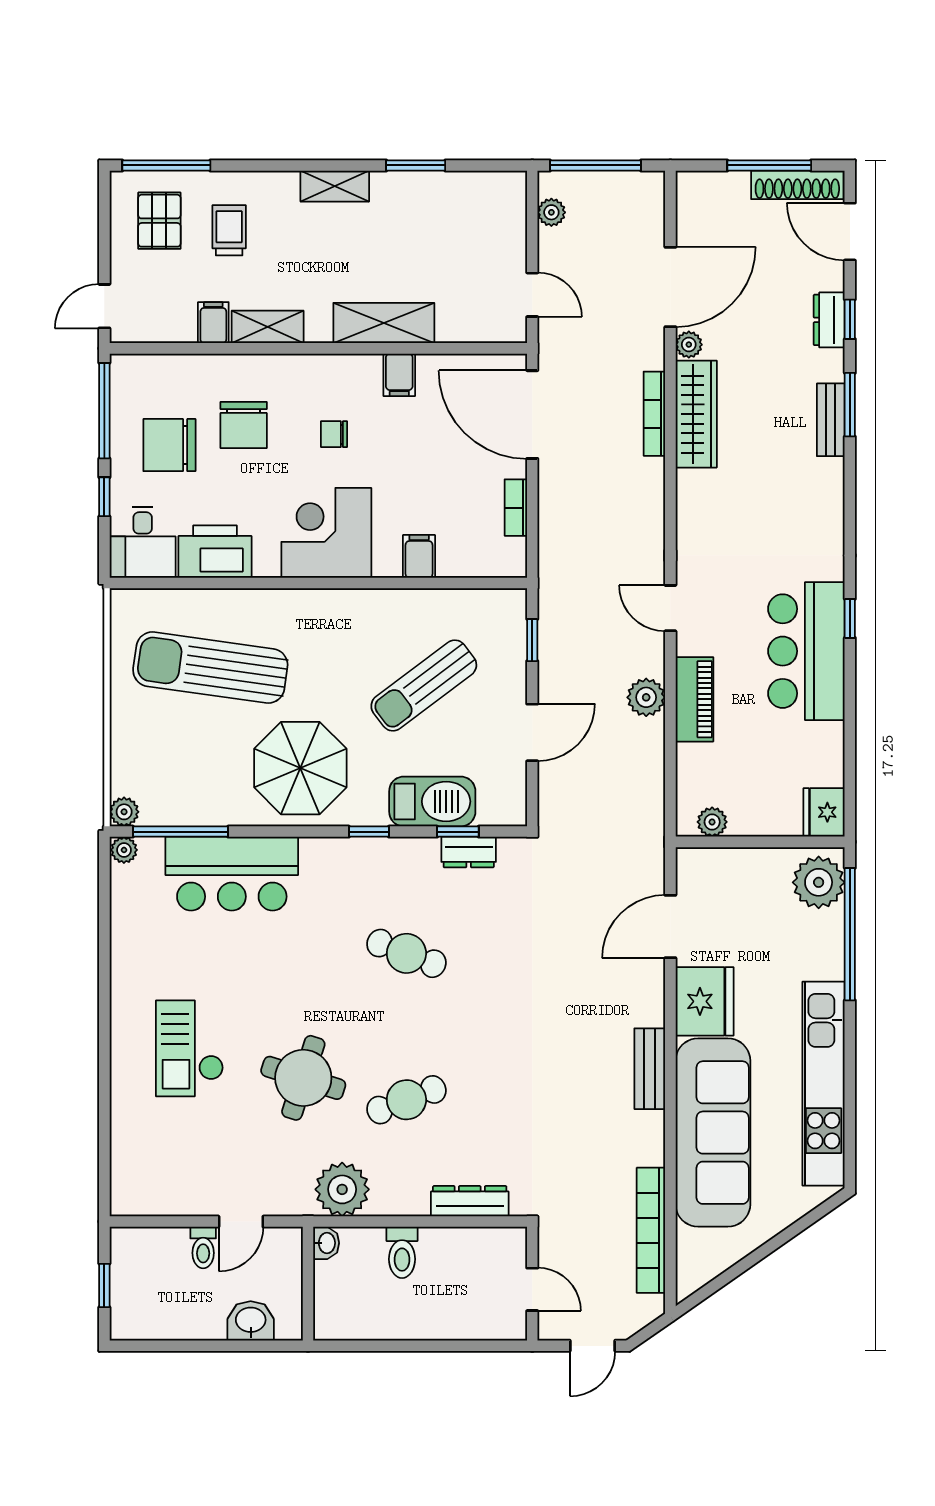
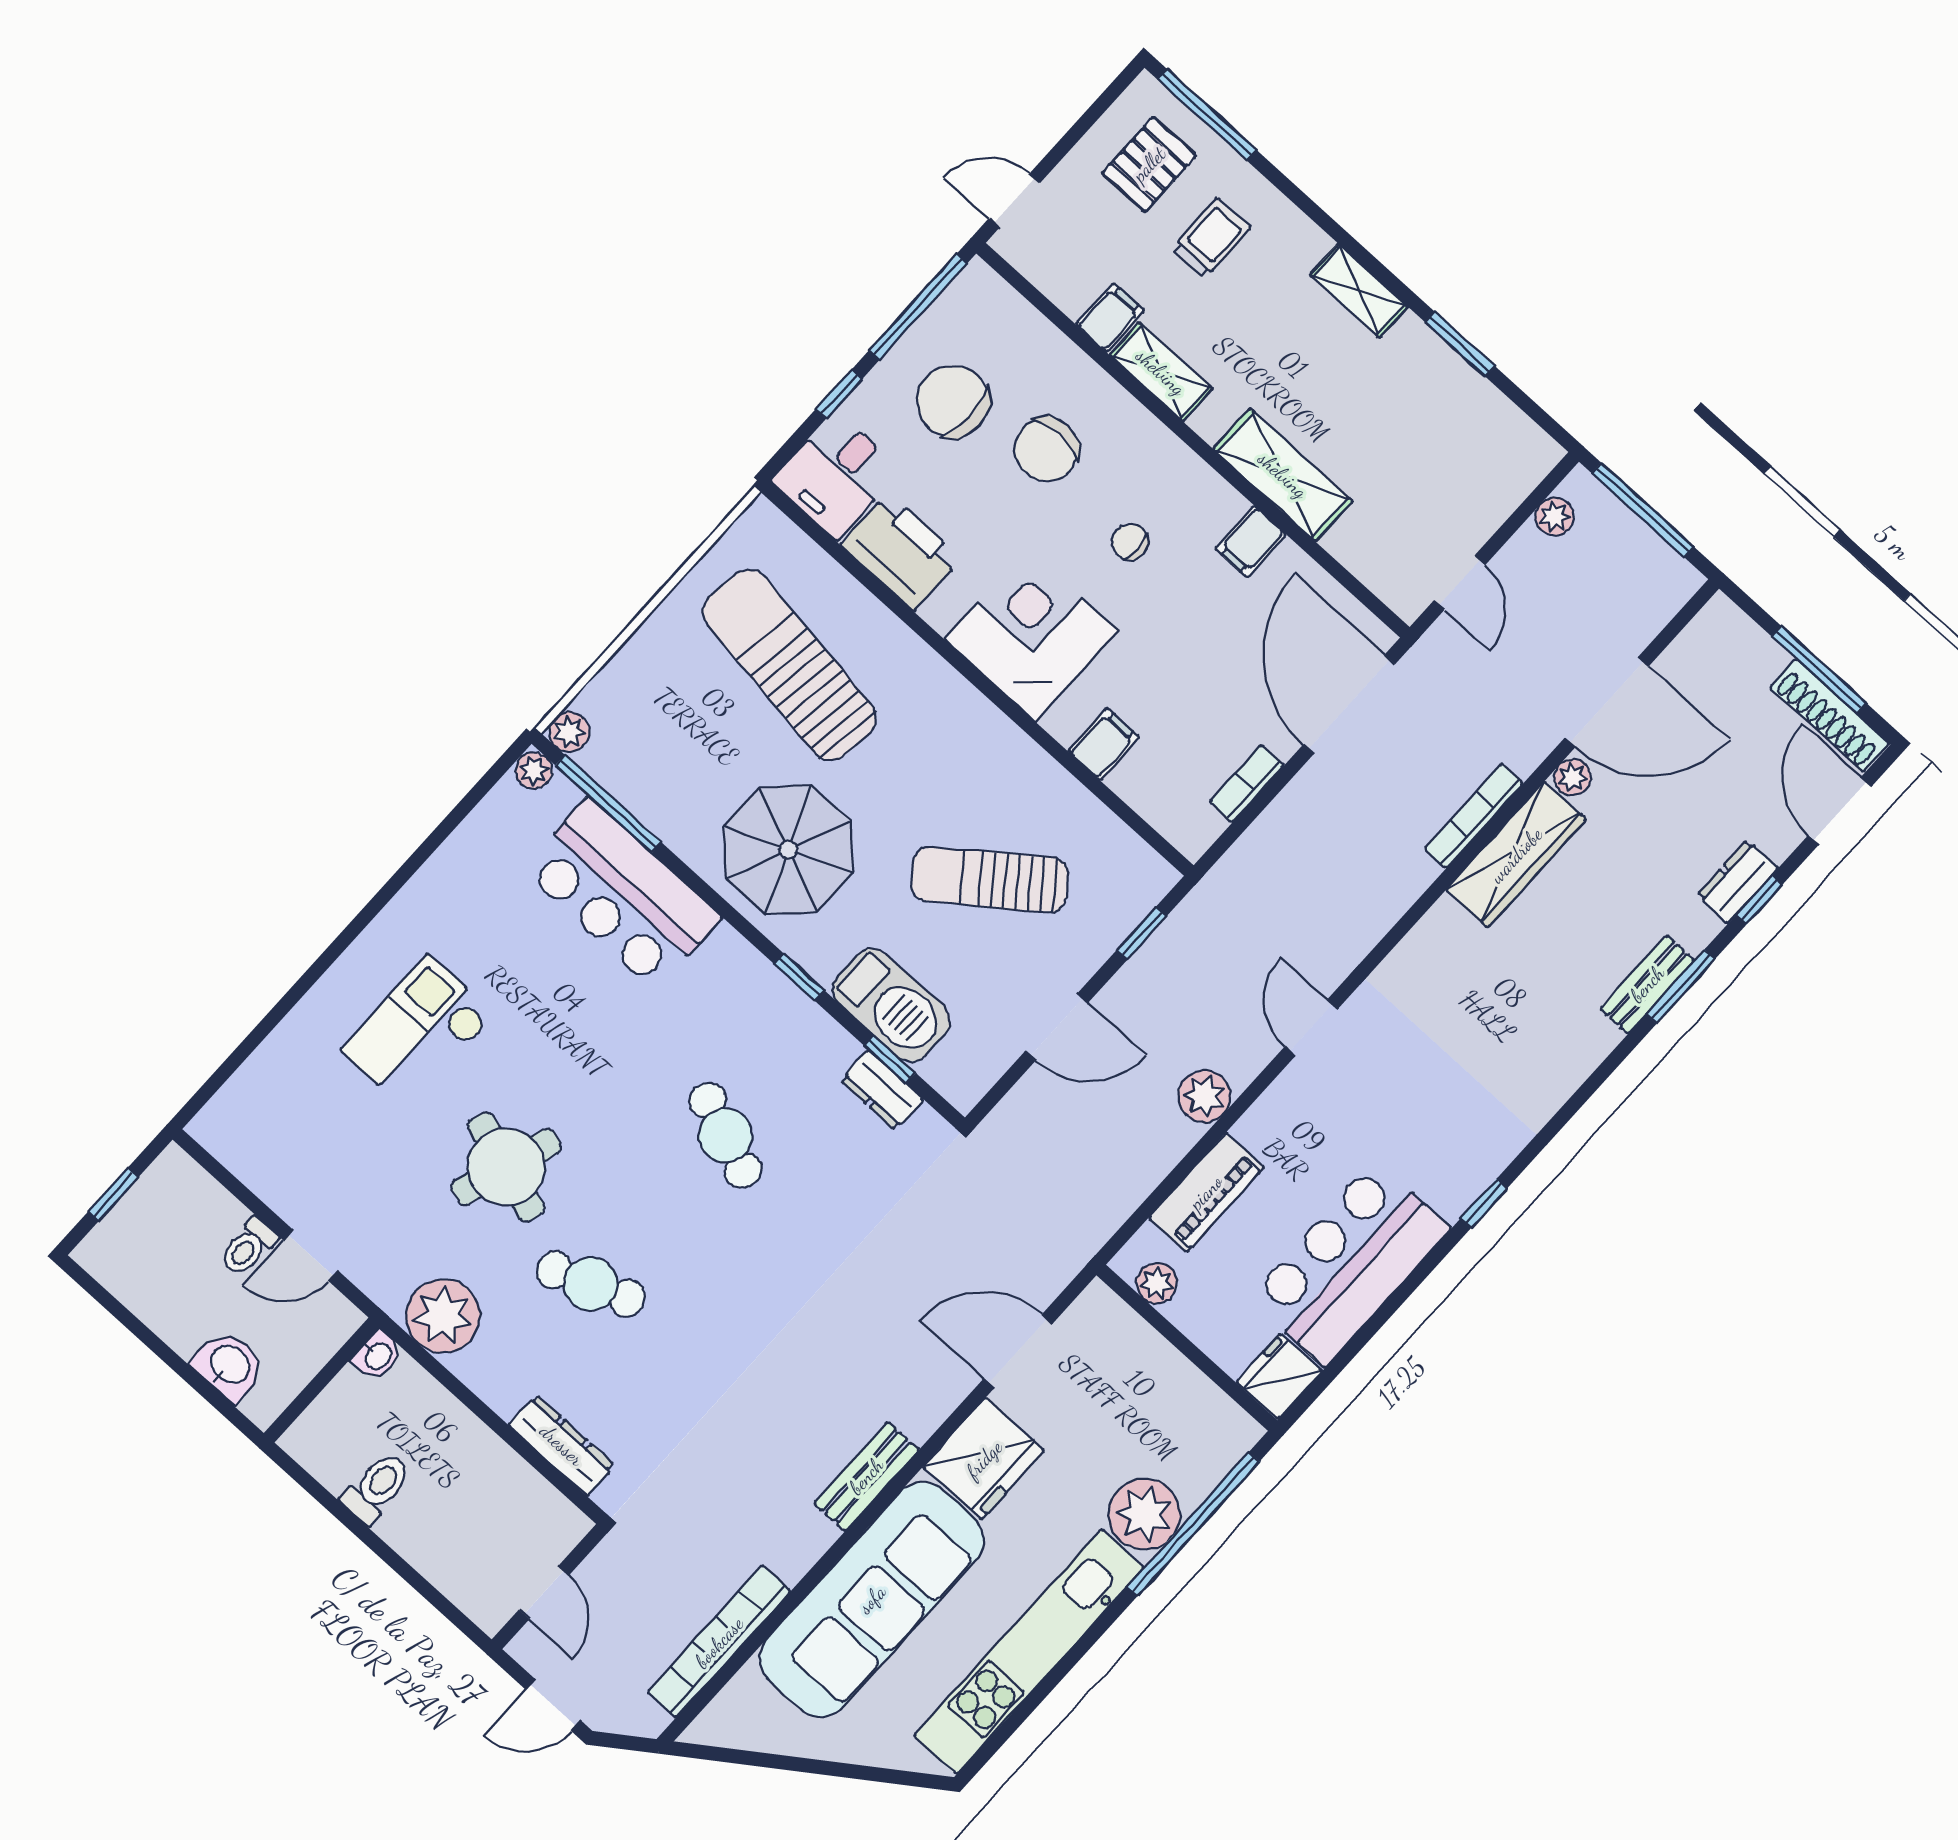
bar counter: (806, 651) -> (1349, 1263), moved
piano: (694, 699) -> (1206, 1192), moved
plant: (819, 882) -> (1144, 1514), moved
toilet: (402, 1252) -> (377, 1488), moved, turned 180

